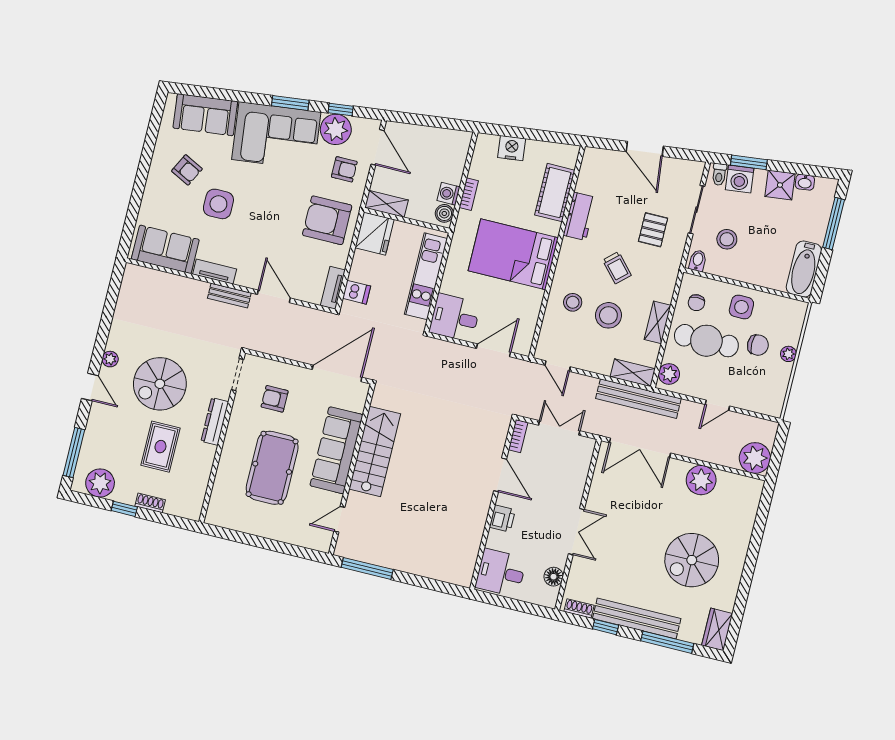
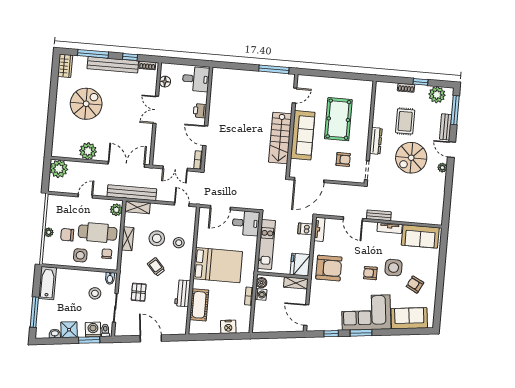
plant: (336, 129) -> (332, 322), removed
armchair: (344, 169) -> (370, 273), moved
spiral stairs: (160, 384) -> (411, 158), turned 180
bench: (94, 427) -> (446, 127), added

